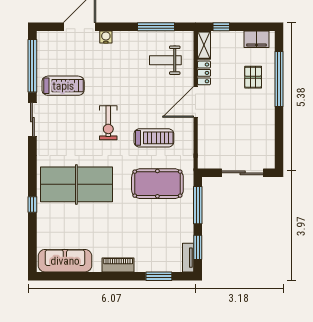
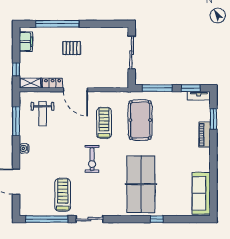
water cooler: (106, 37) -> (24, 148), moved
pallet: (253, 77) -> (72, 48), moved
exercise bike: (108, 123) -> (92, 159), turned 90
piano: (118, 265) -> (205, 135), moved

